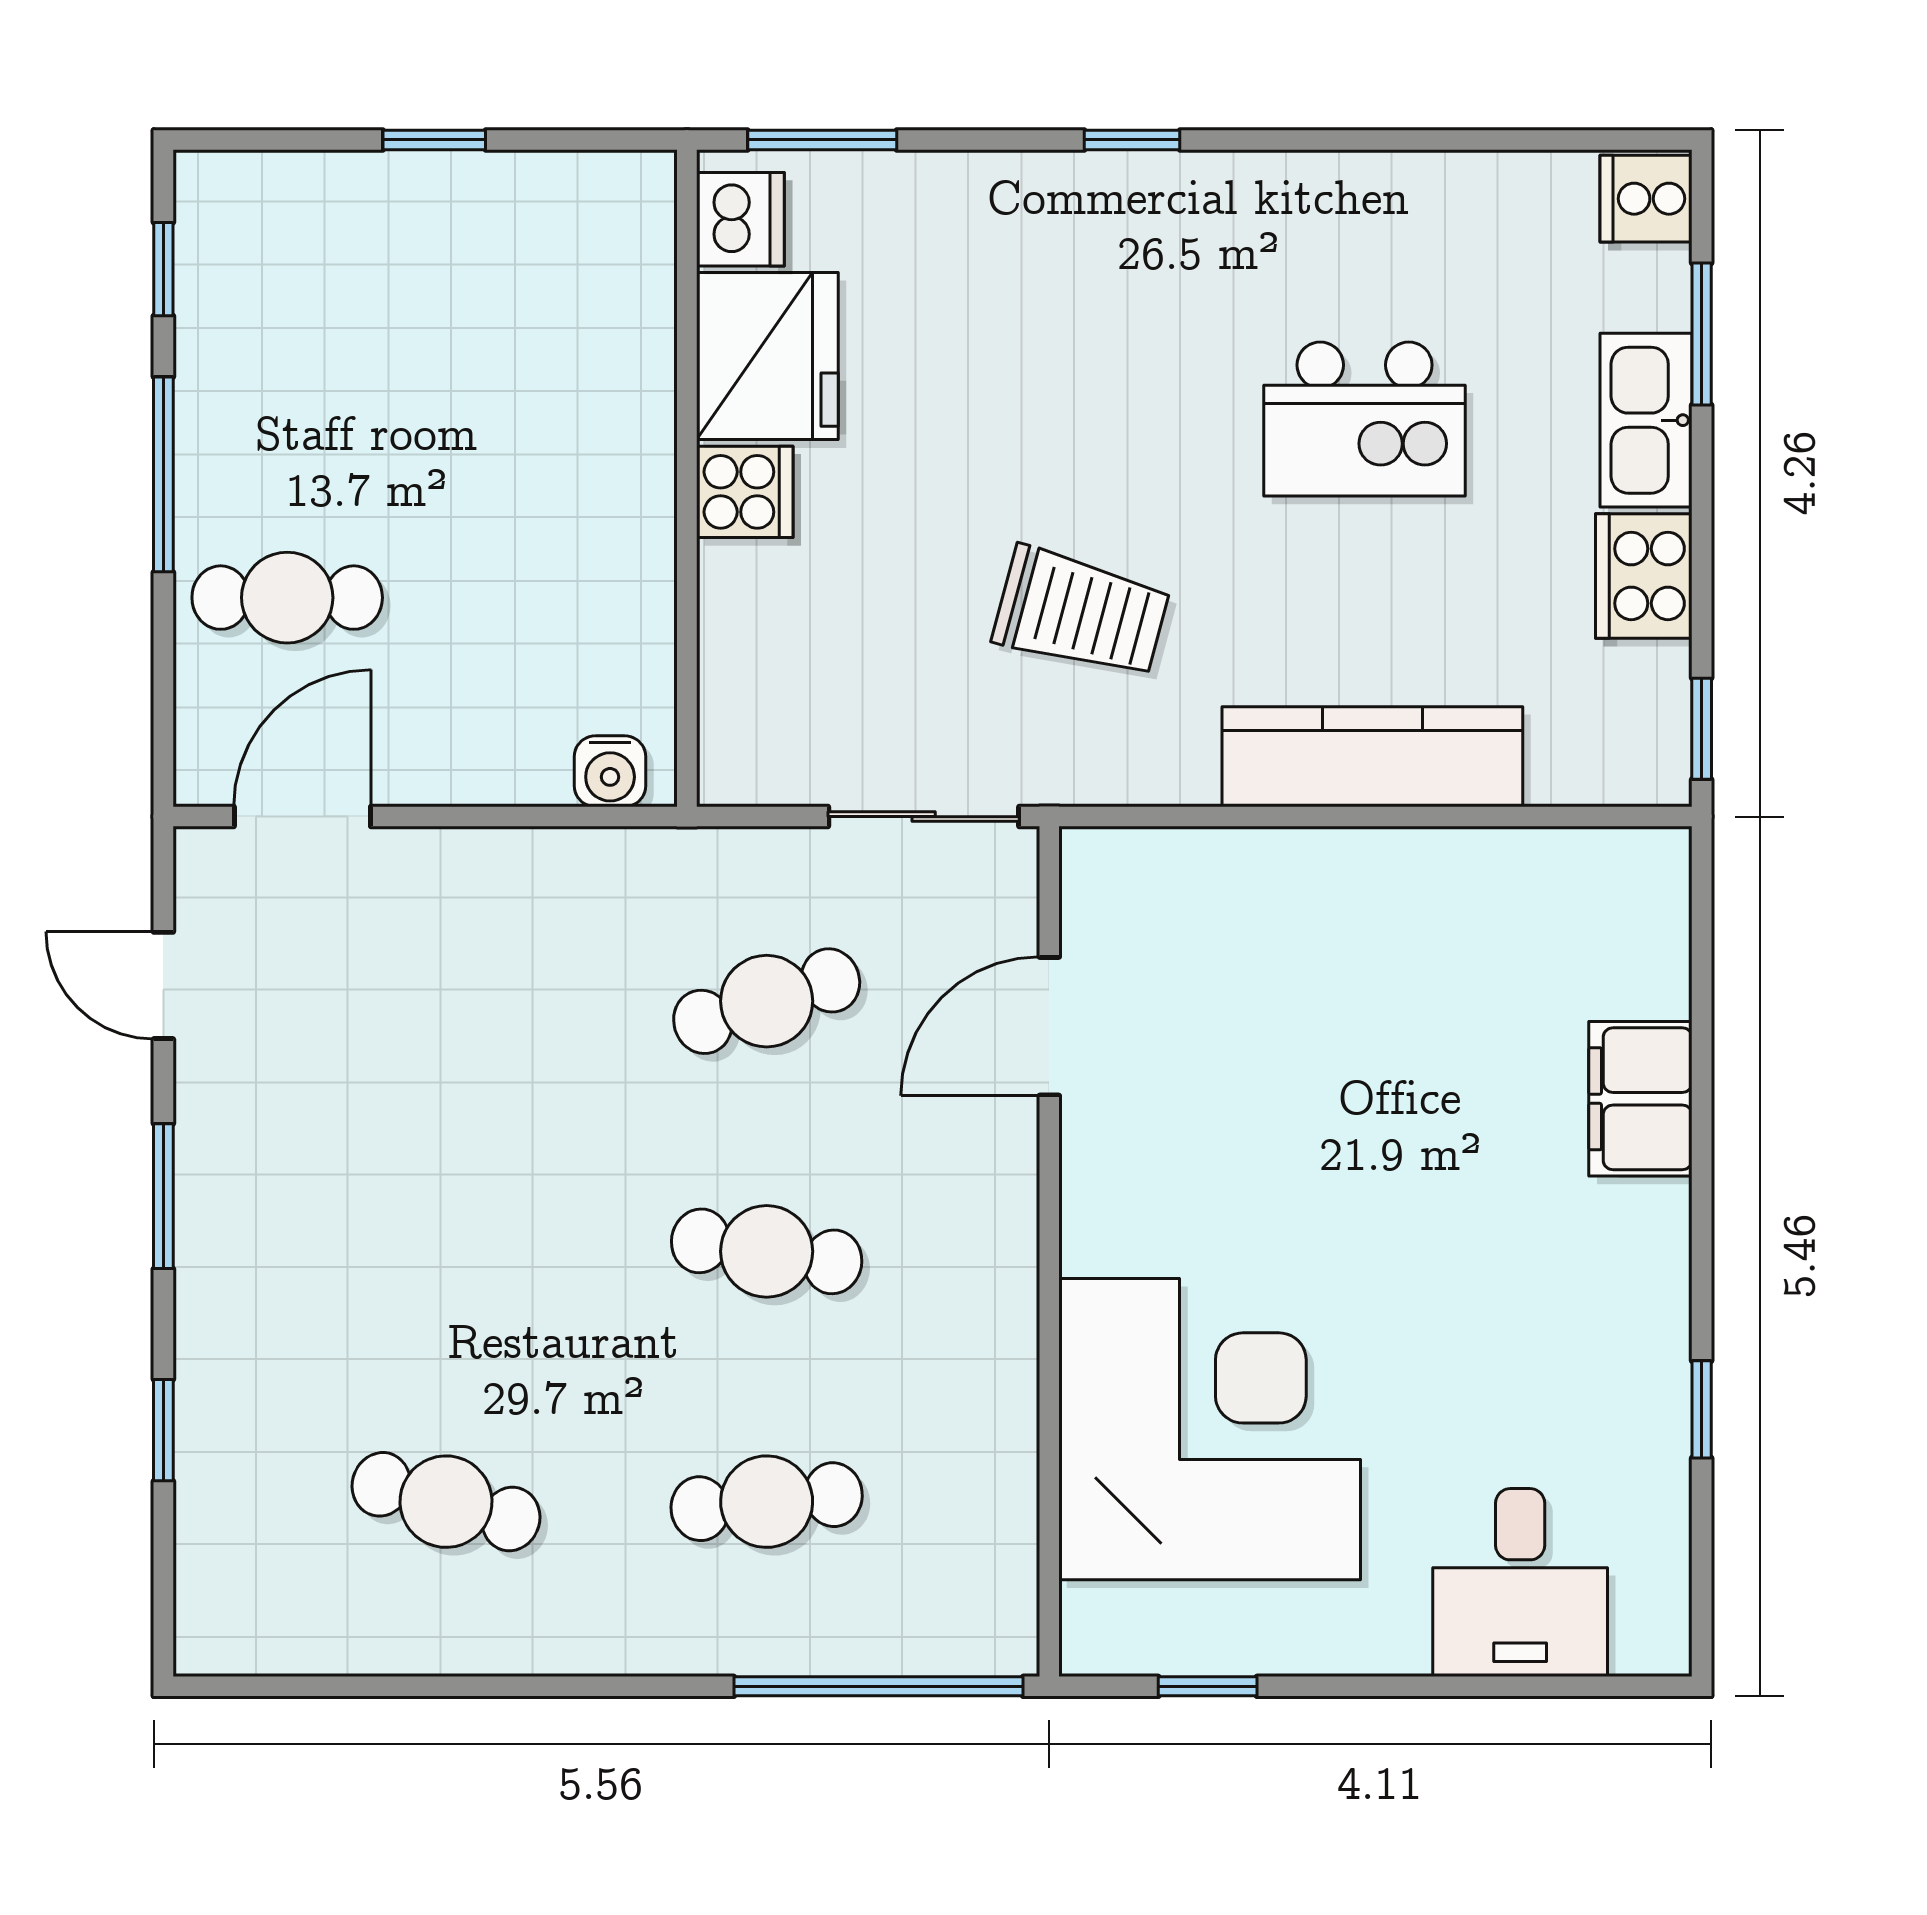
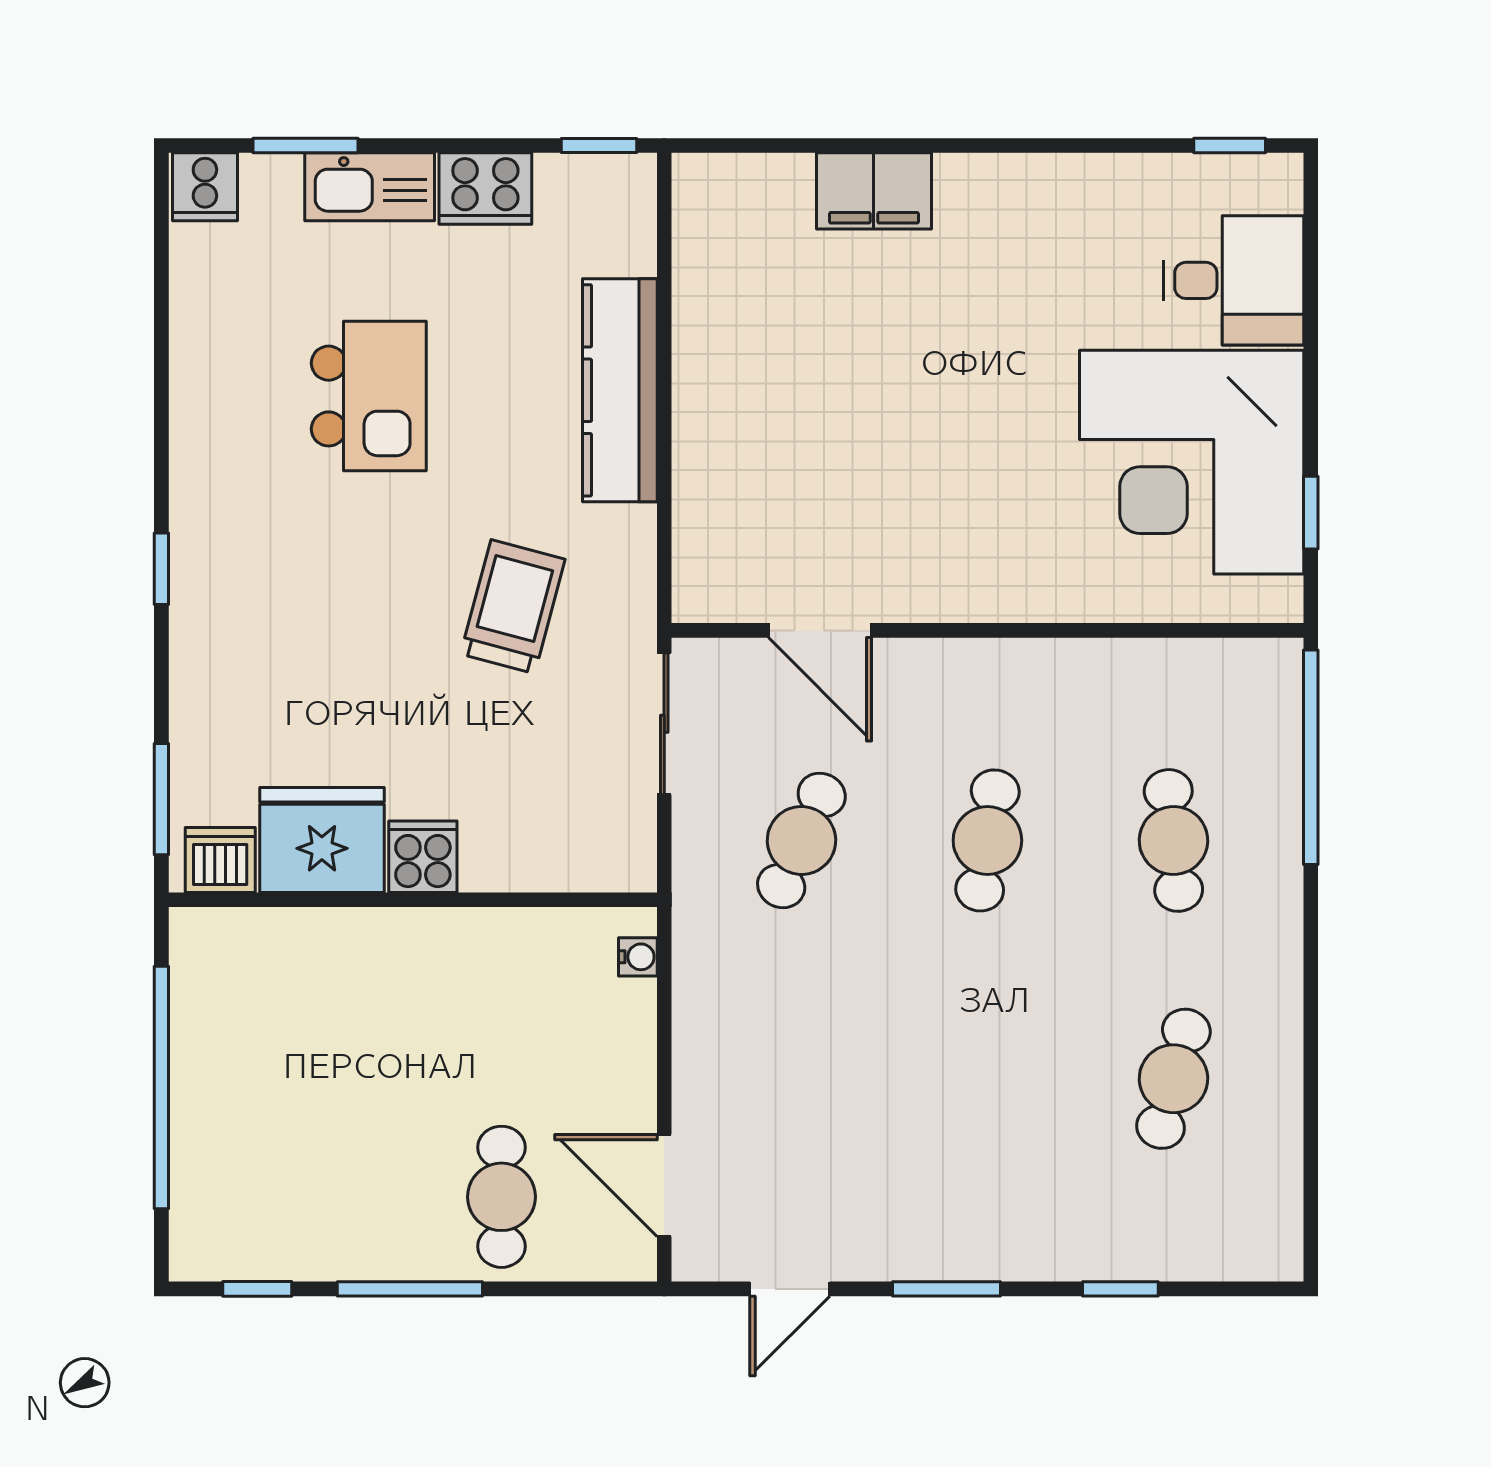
window: (434, 140) -> (161, 1088), width x3.17
water cooler: (610, 771) -> (638, 957), width x0.72, depth x0.72
cafe table: (767, 1001) -> (801, 840), turned 42
window: (1702, 1409) -> (1230, 145), moved
corner desk: (1210, 1429) -> (1192, 462), moved, turned -90

